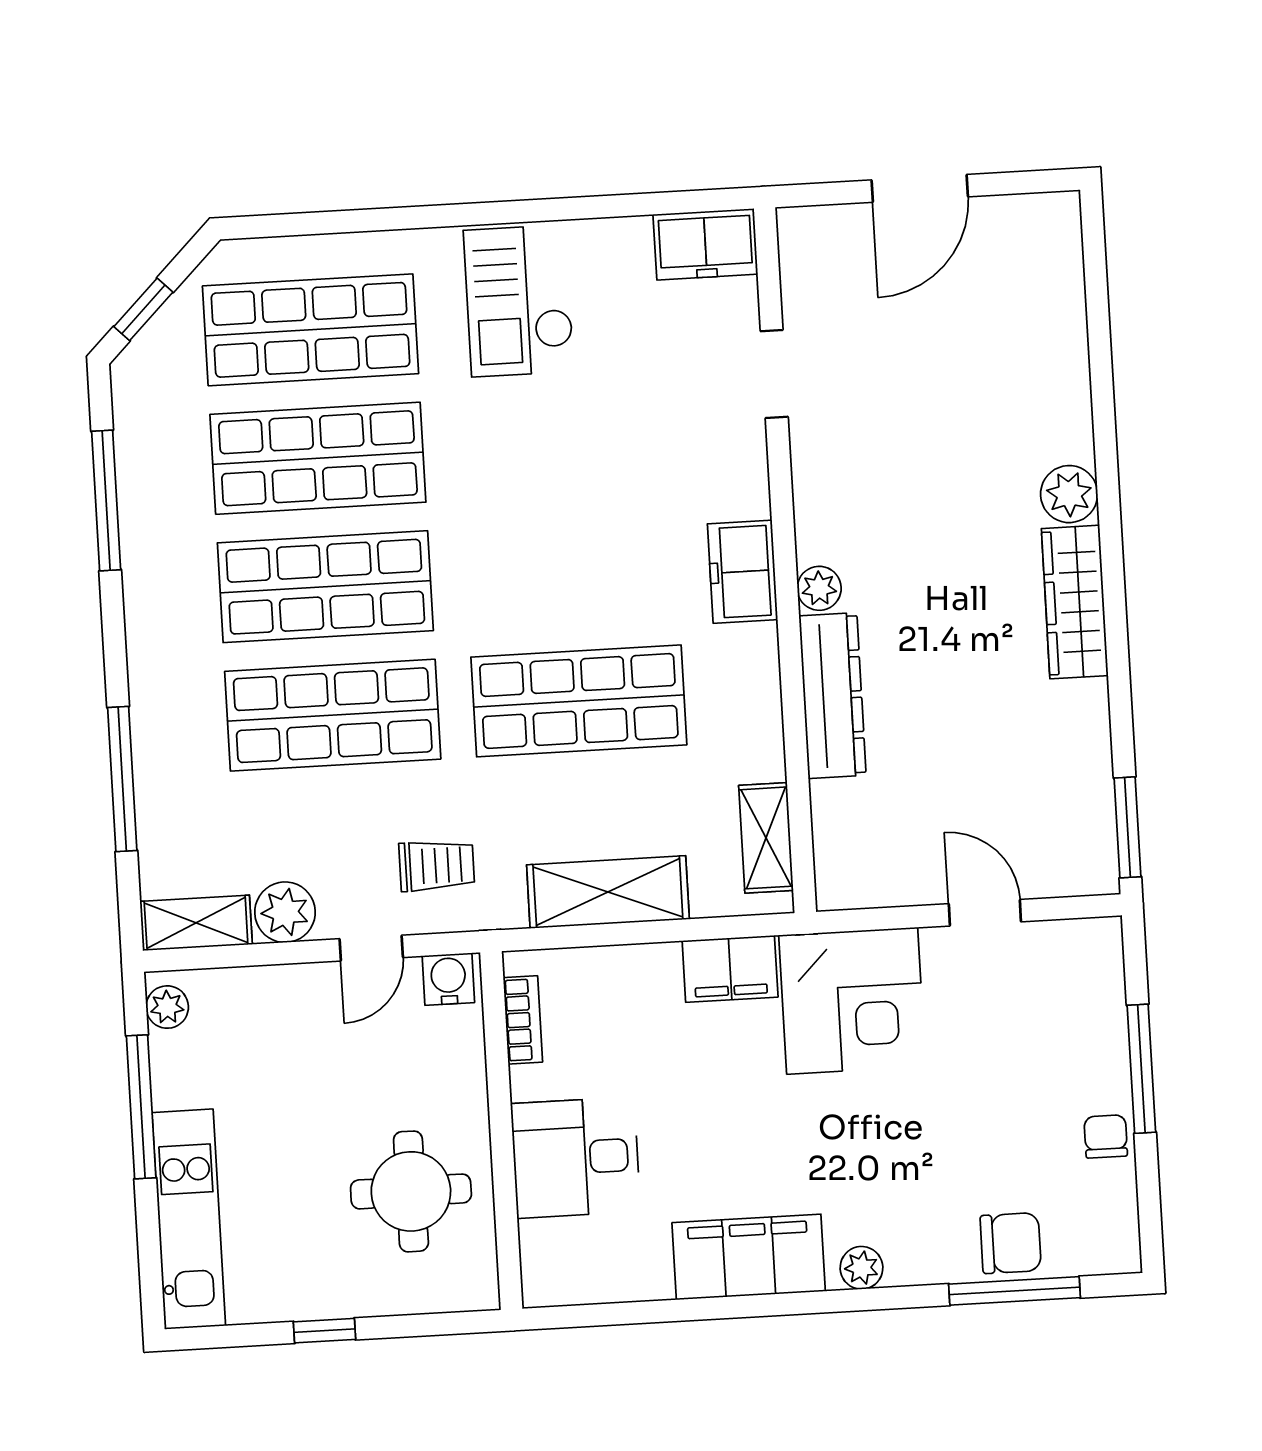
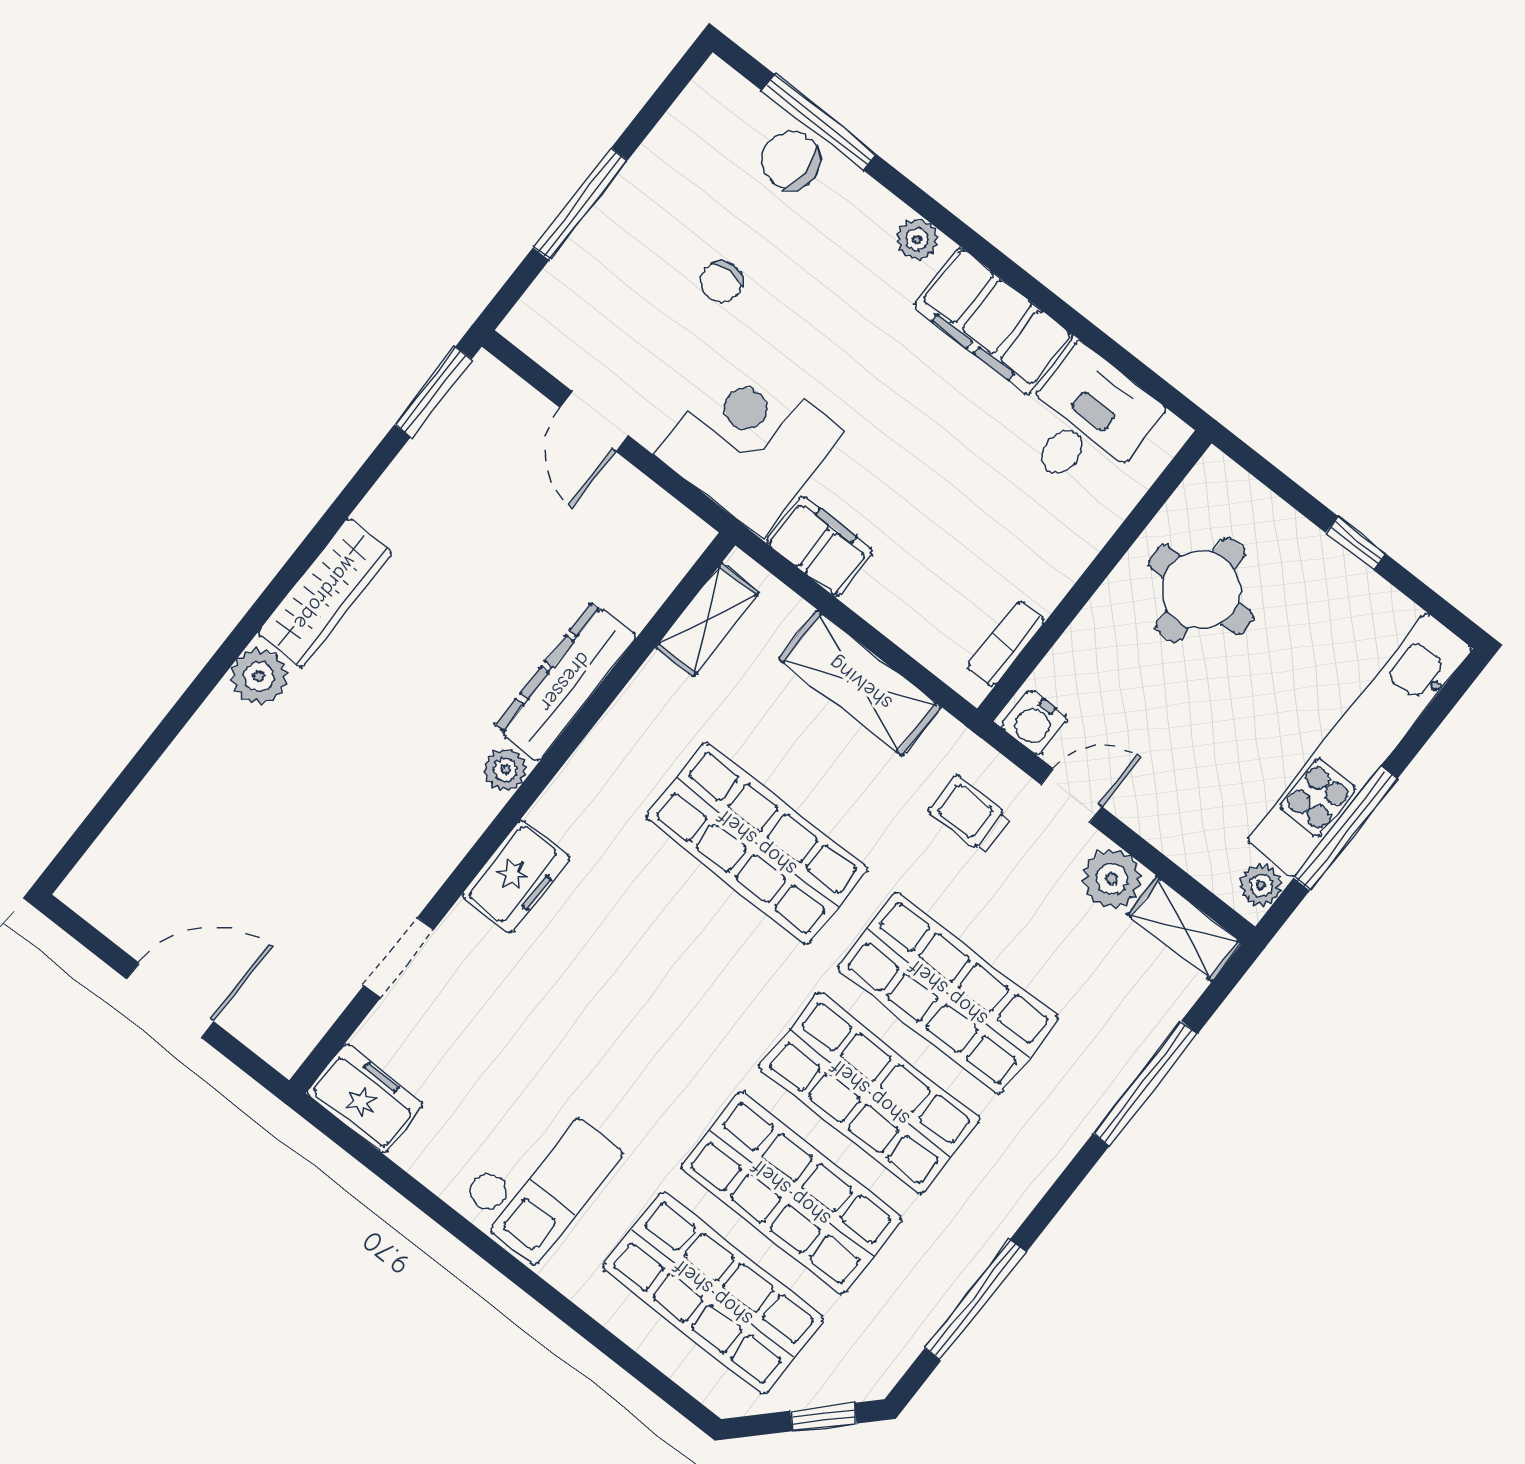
freezer: (743, 572) -> (516, 877), moved
chair: (1106, 1136) -> (722, 282), moved
desk: (575, 1158) -> (1085, 422), moved, turned -90
kitchen unit: (189, 1219) -> (1359, 745), width x1.36

